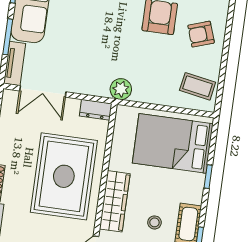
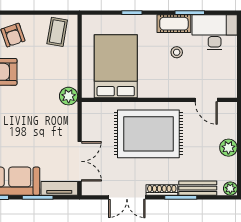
dresser: (96, 110) -> (89, 115), removed
bed: (173, 143) -> (116, 66), moved, turned 180
wardrobe: (115, 201) -> (164, 88), removed

